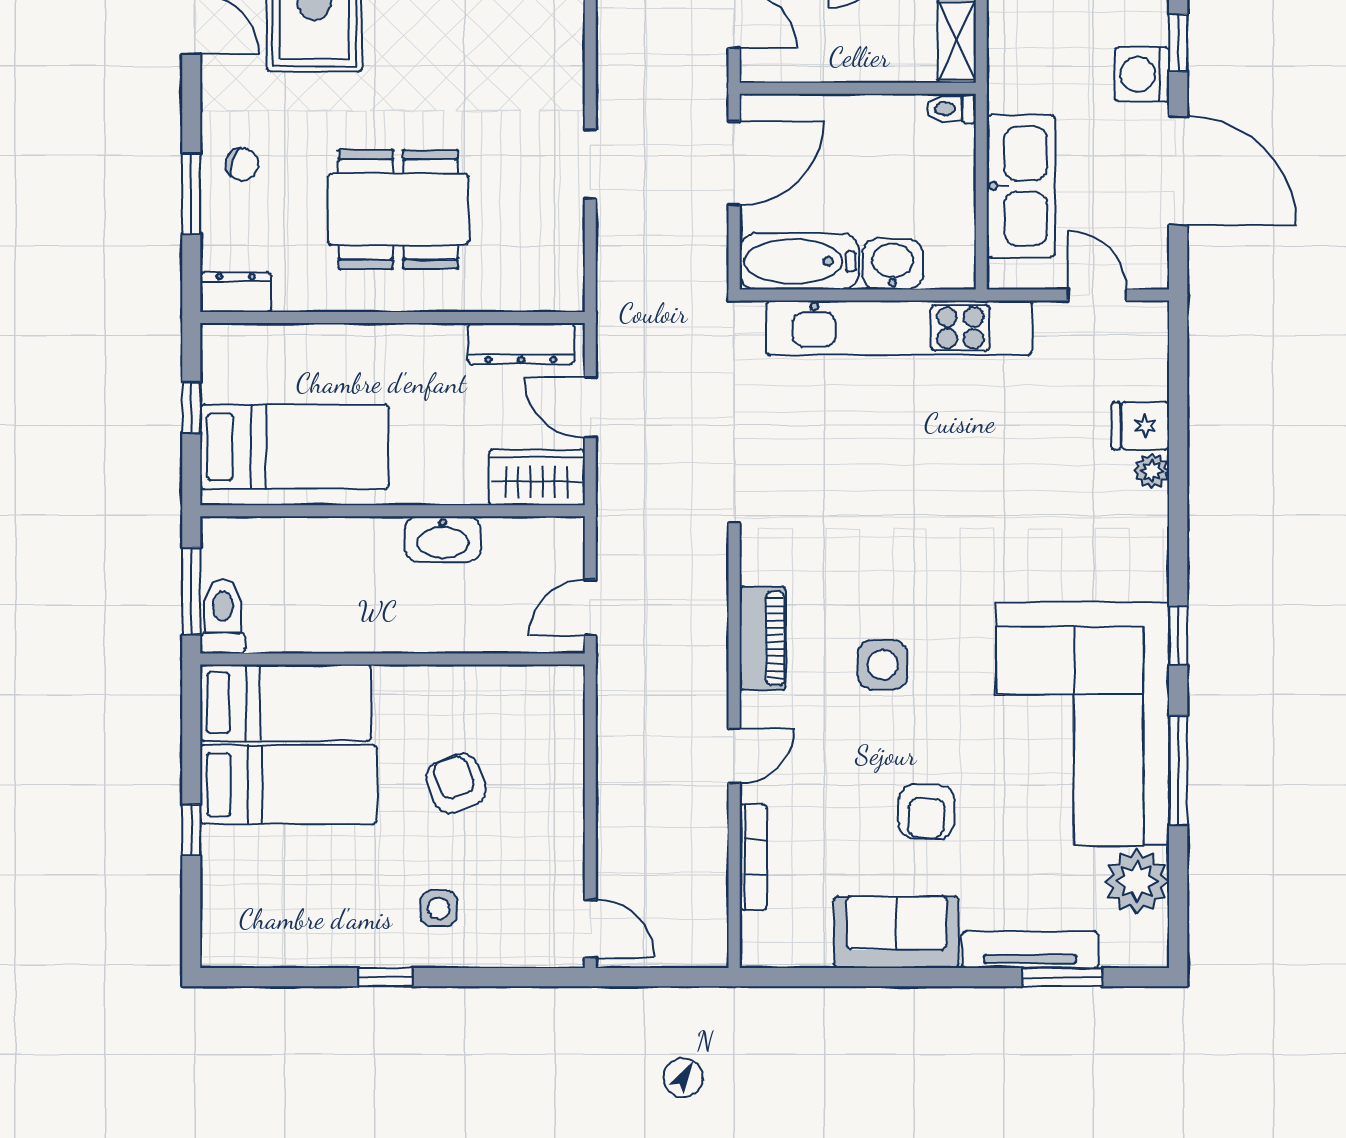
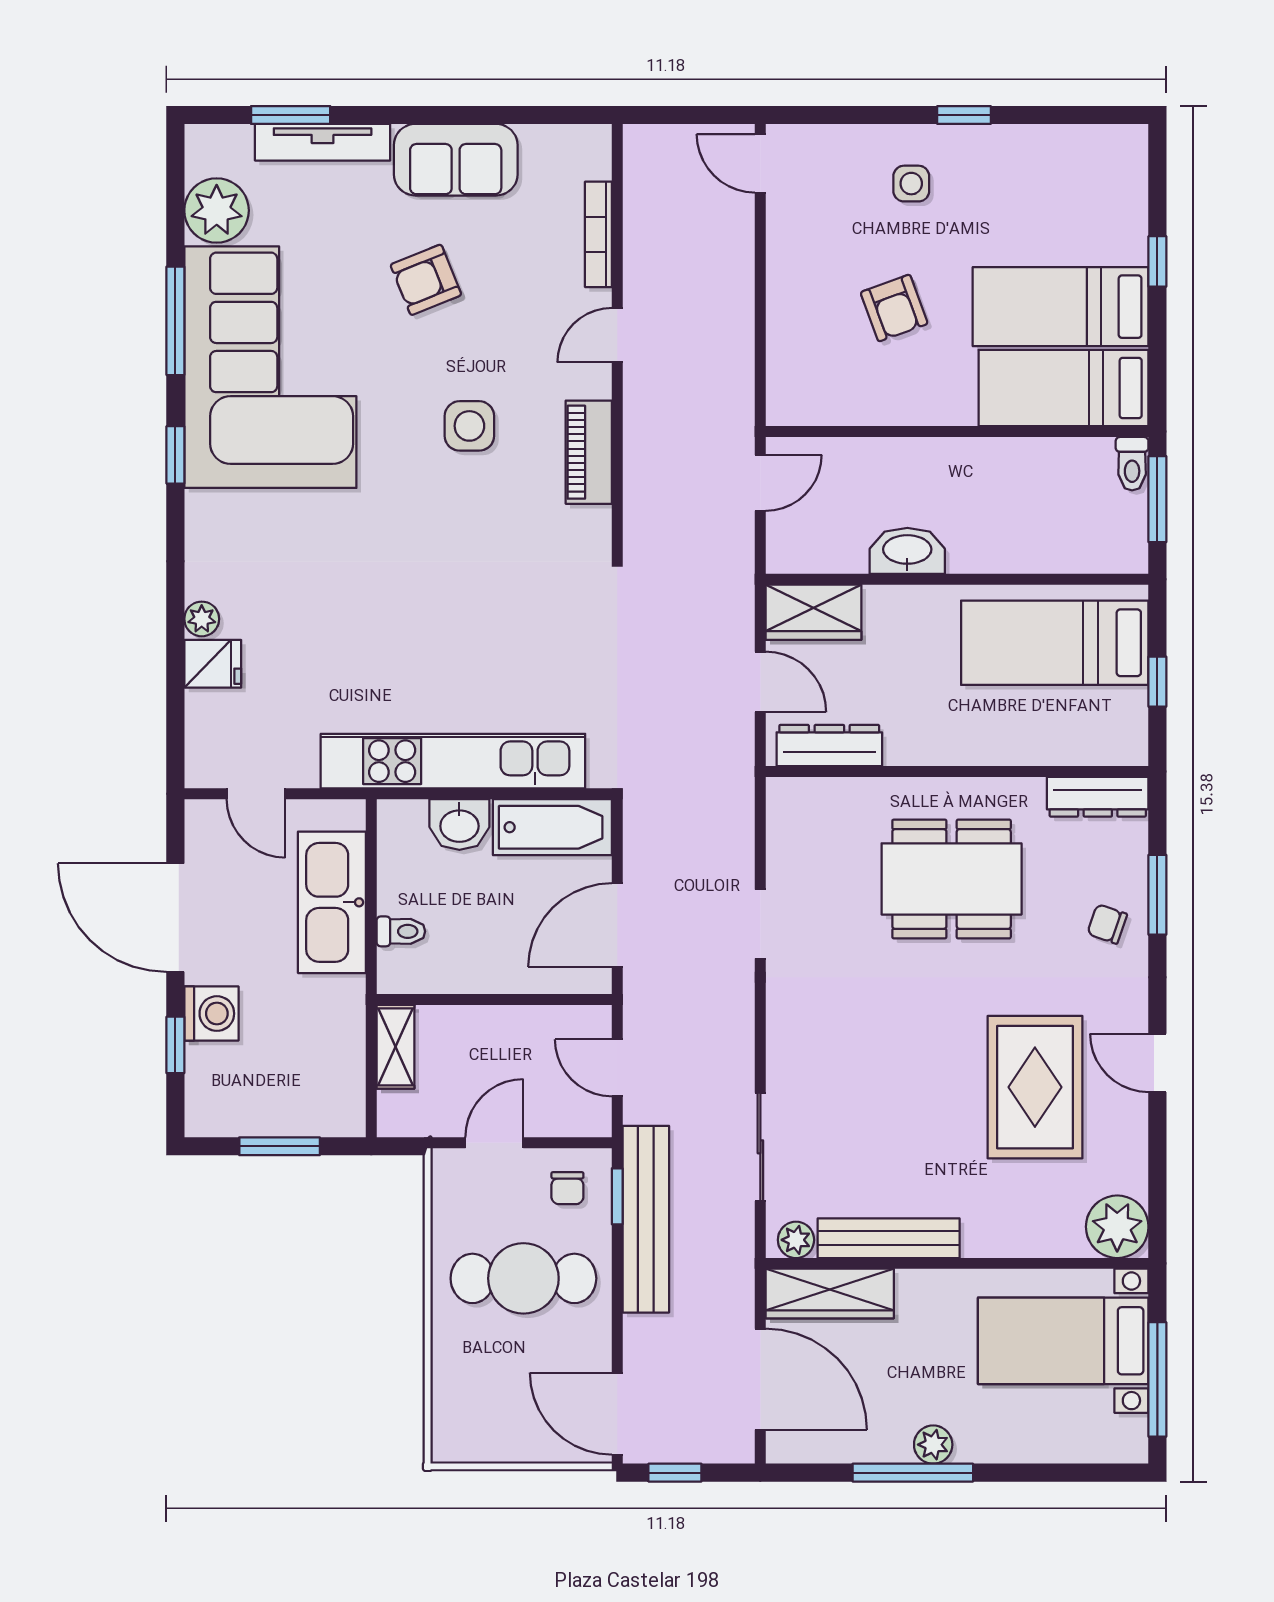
toilet: (951, 109) -> (401, 931), moved
dresser: (236, 292) -> (1098, 797), width x1.44
toilet: (223, 616) -> (1132, 464), width x0.73, depth x0.72
armchair: (926, 812) -> (426, 280), turned -115

